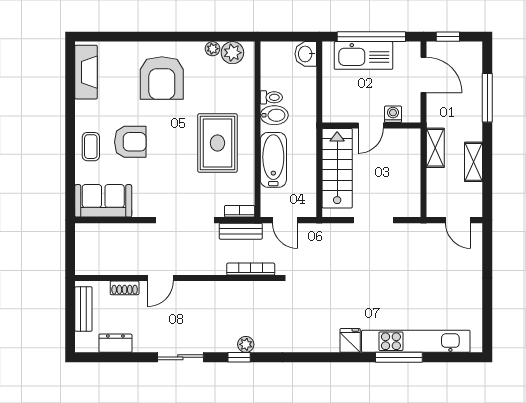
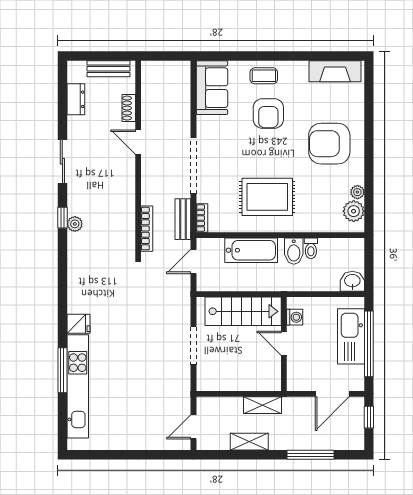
washing machine: (393, 114) -> (295, 317), moved

